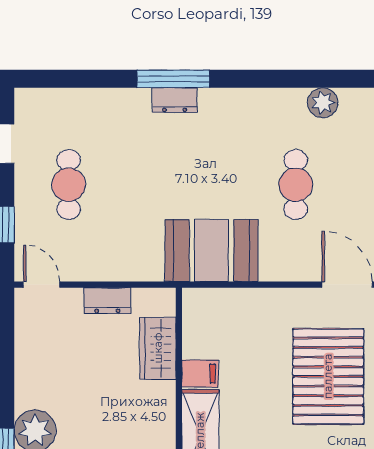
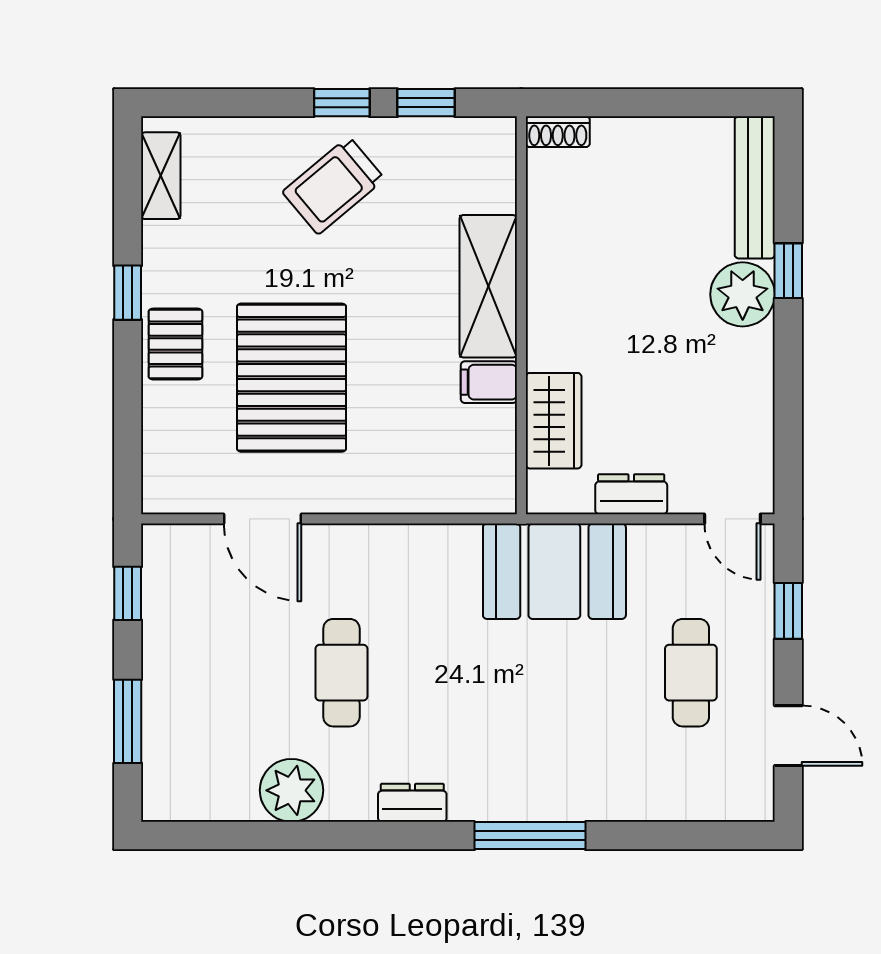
dresser: (175, 100) -> (412, 803), moved
plant: (323, 103) -> (292, 790), width x1.36, depth x1.36
booth: (211, 251) -> (554, 571), moved

